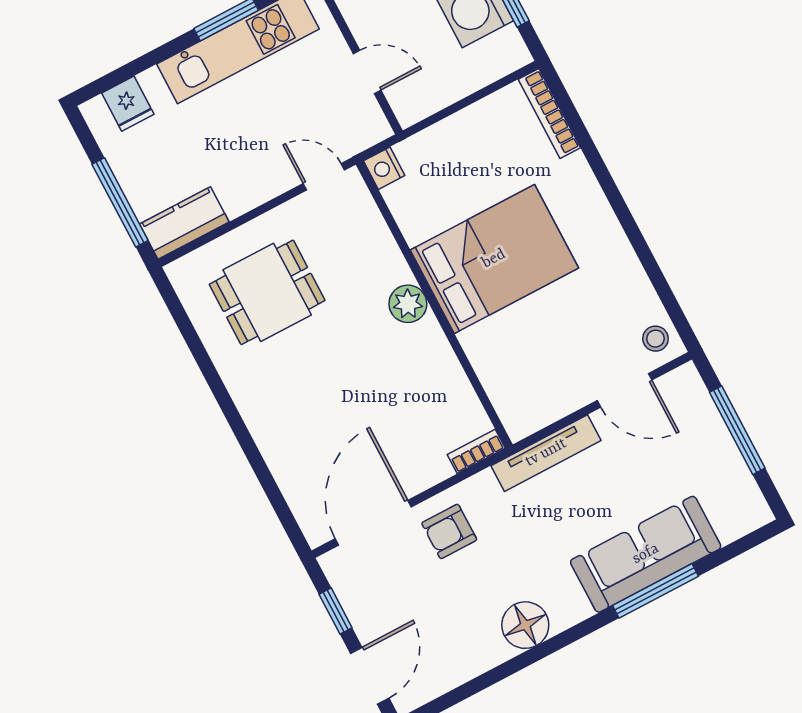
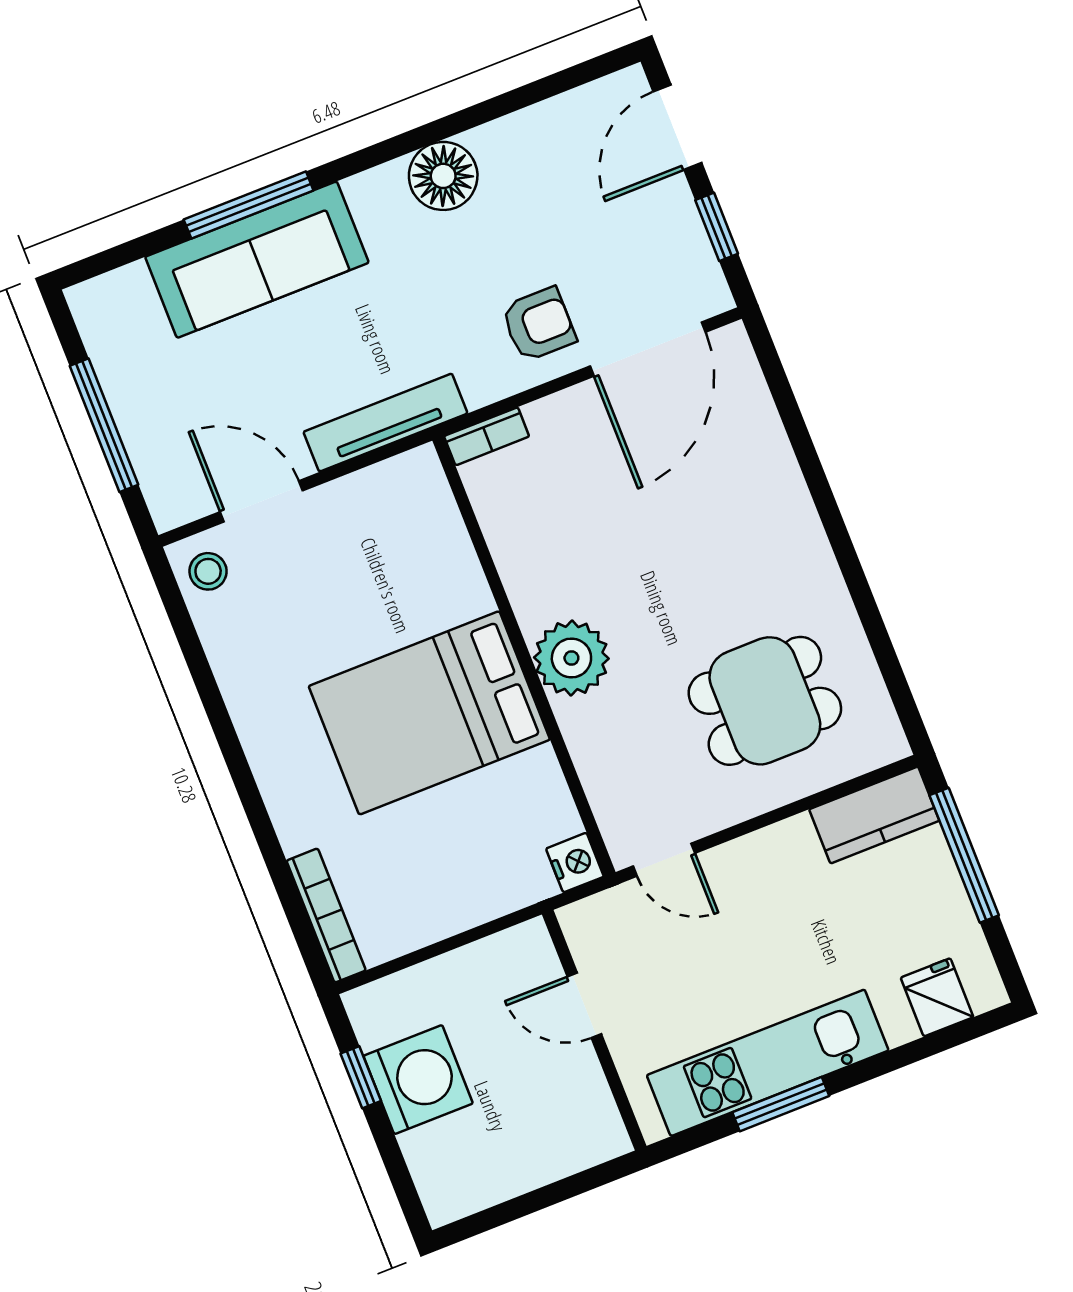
plant: (408, 304) -> (571, 658), width x1.36, depth x1.36

